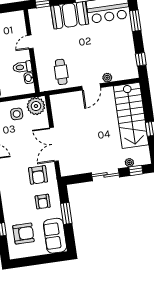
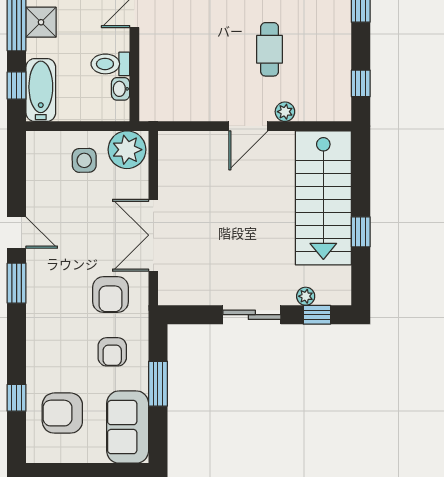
cafe table: (61, 72) -> (270, 49), moved
armchair: (23, 234) -> (62, 413), turned 180

